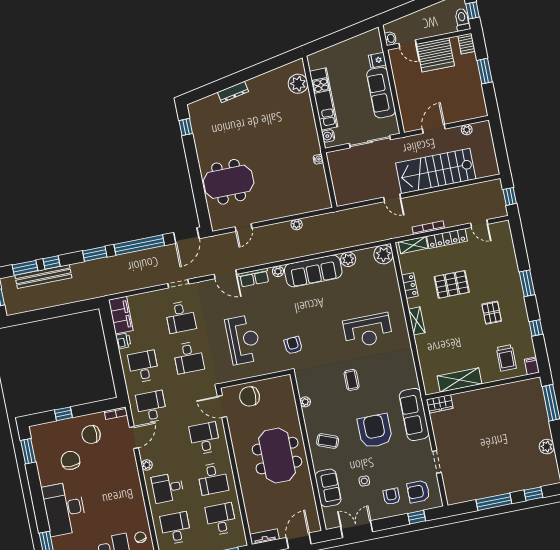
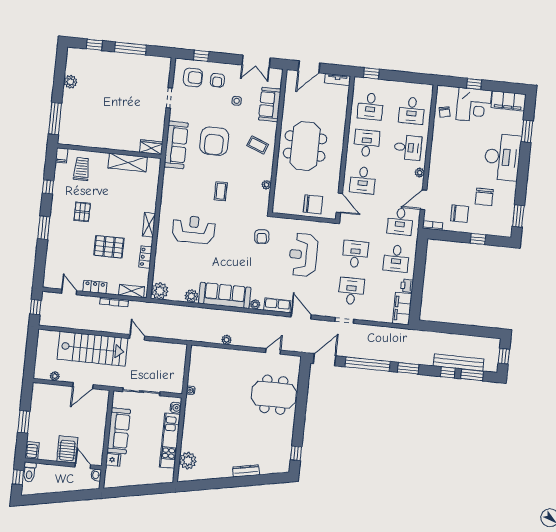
server rack: (435, 55) -> (67, 449), width x0.62
locker: (447, 239) -> (95, 287), width x0.66

